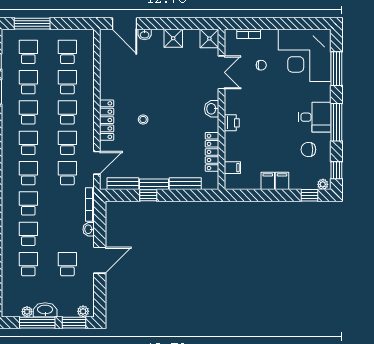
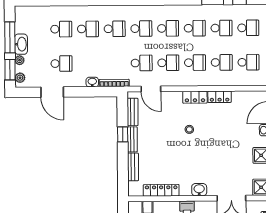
locker: (106, 85) -> (220, 97), added
locker: (107, 120) -> (195, 97), width x0.66
door: (100, 260) -> (52, 92), moved
plant: (27, 312) -> (20, 60), moved

